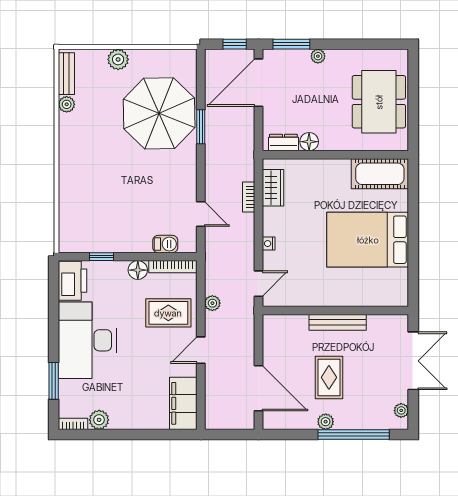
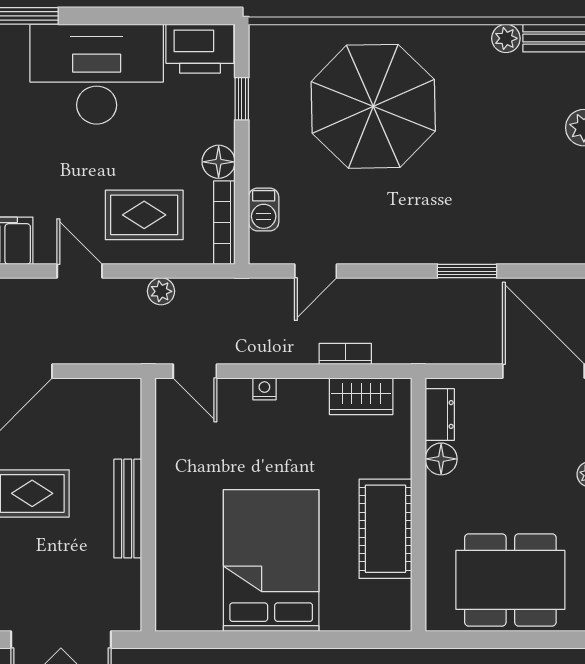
parasol: (159, 113) -> (373, 106), moved
cot: (380, 174) -> (385, 529), moved
rug: (168, 313) -> (144, 215), turned 90

